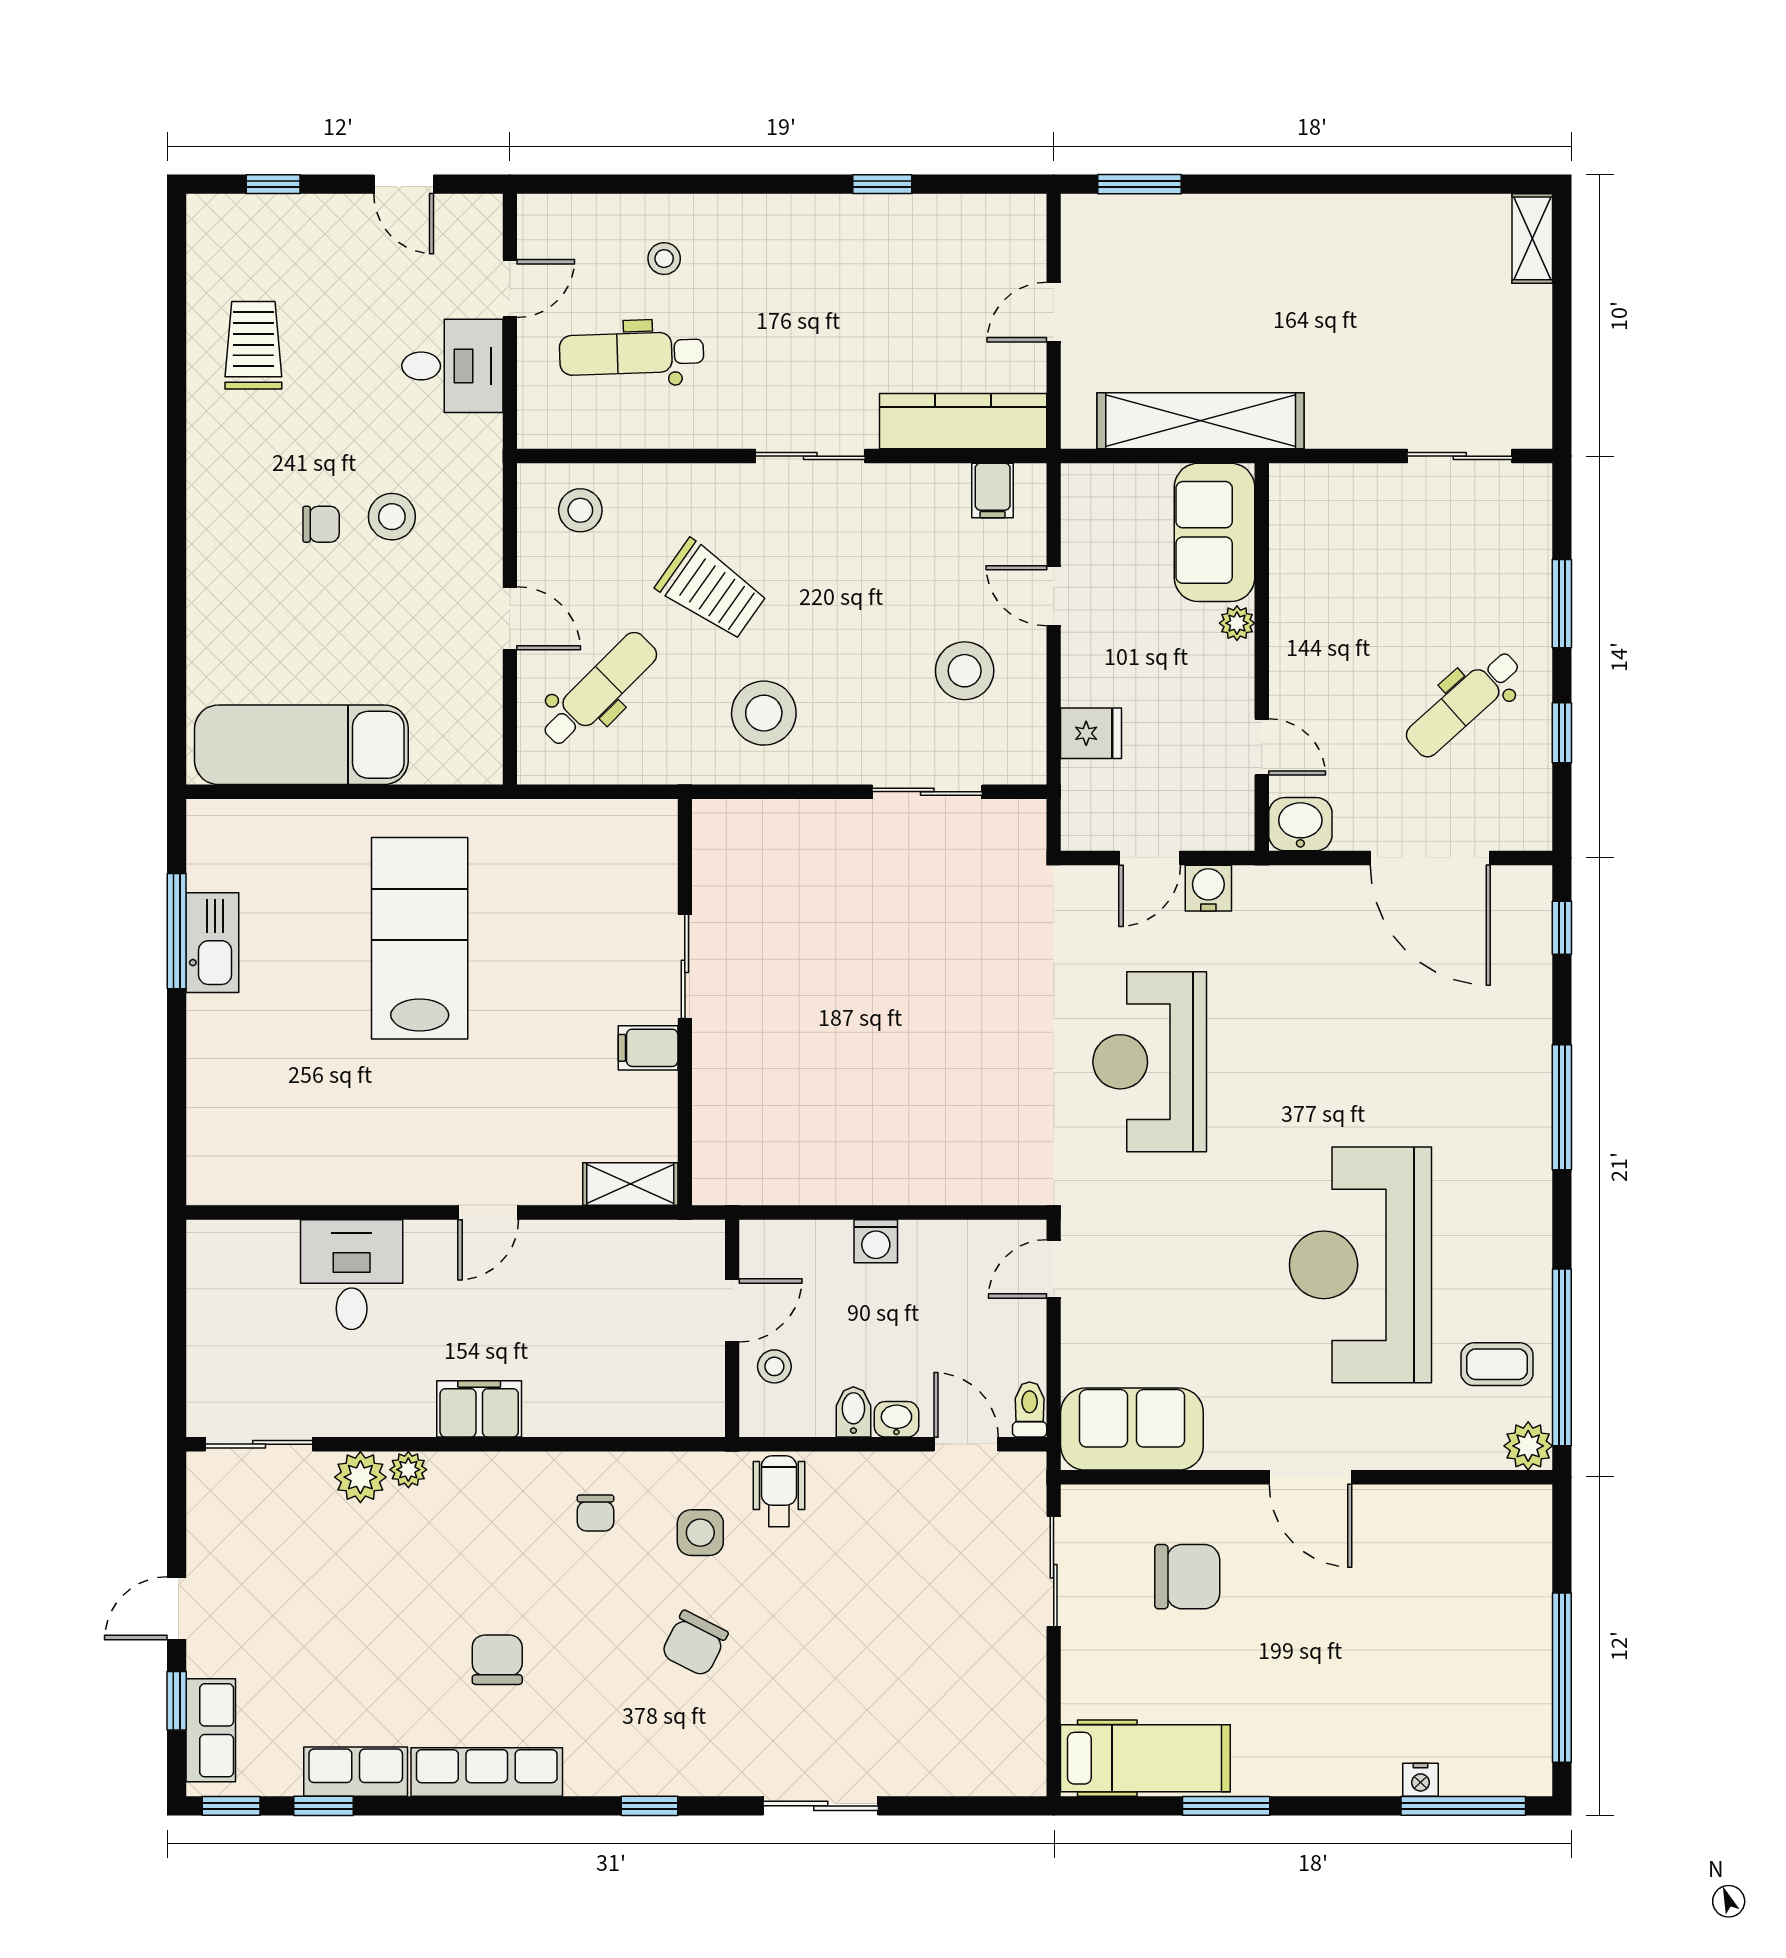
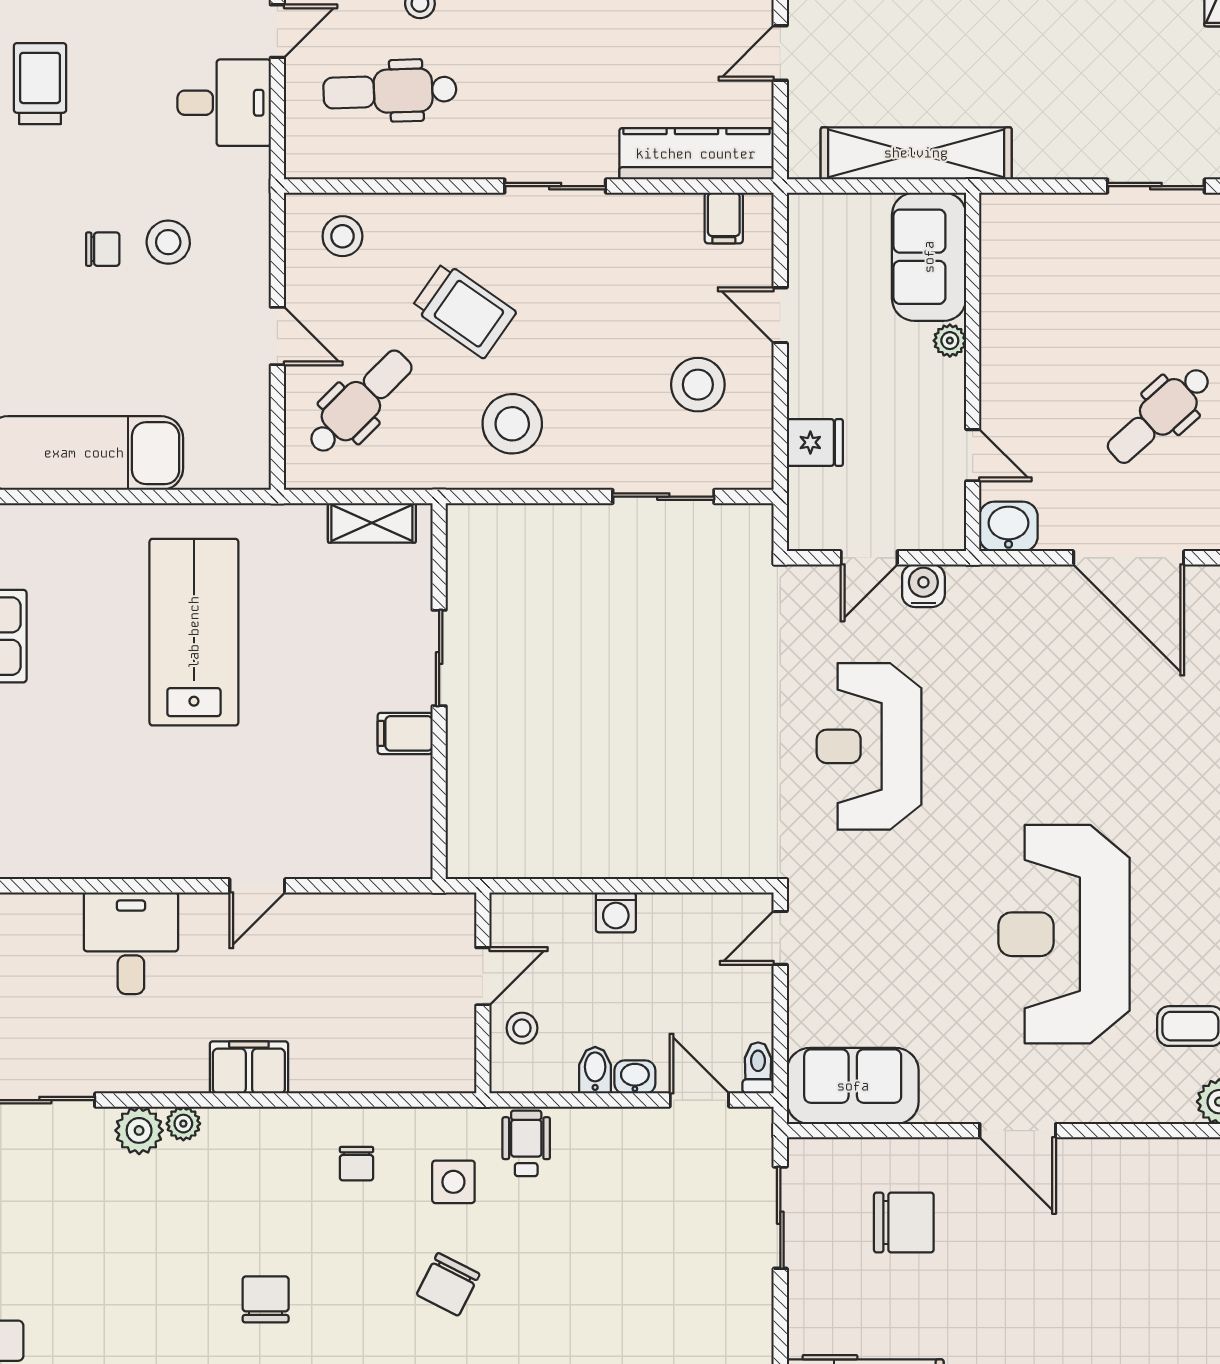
shelving: (630, 1184) -> (372, 523), moved

